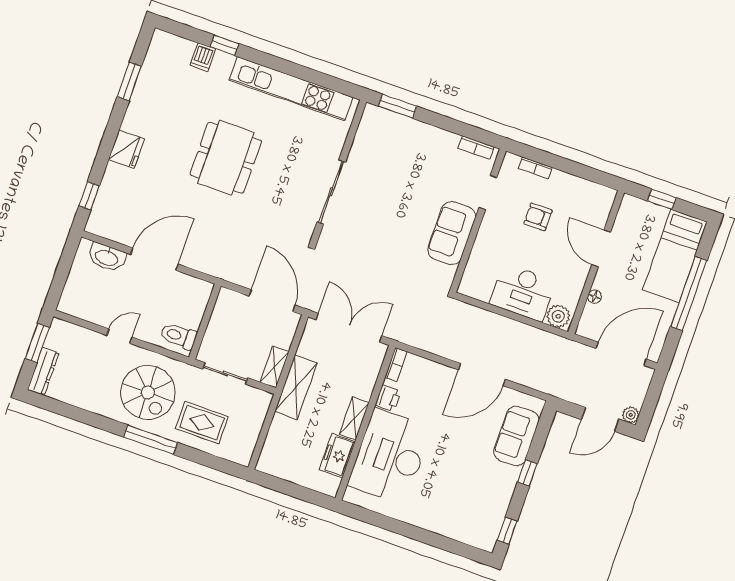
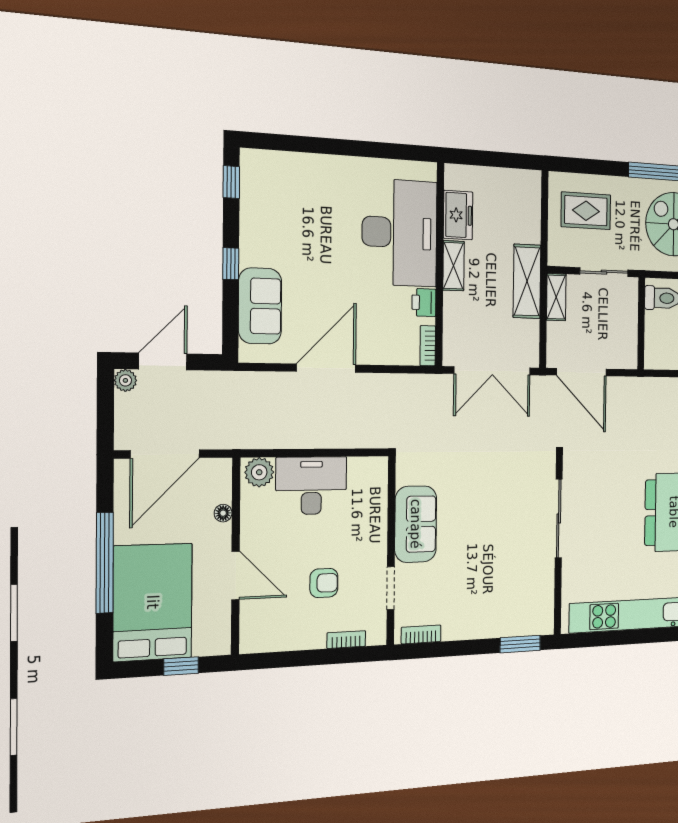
bed: (675, 256) -> (153, 602), width x1.50
rug: (202, 423) -> (586, 211), moved

